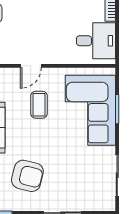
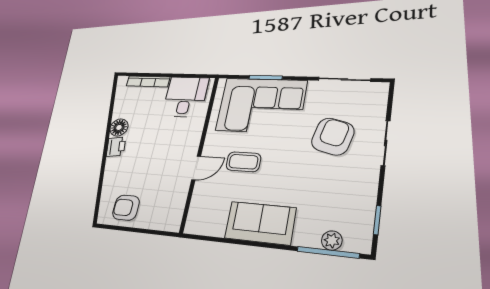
door: (31, 66) -> (196, 168), hinge flipped
armchair: (27, 176) -> (333, 136), moved

